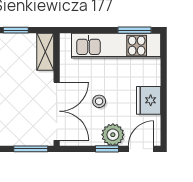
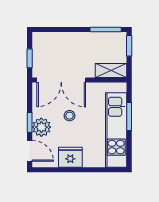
window: (135, 30) -> (129, 116), moved
window: (31, 149) -> (30, 58), width x0.67

